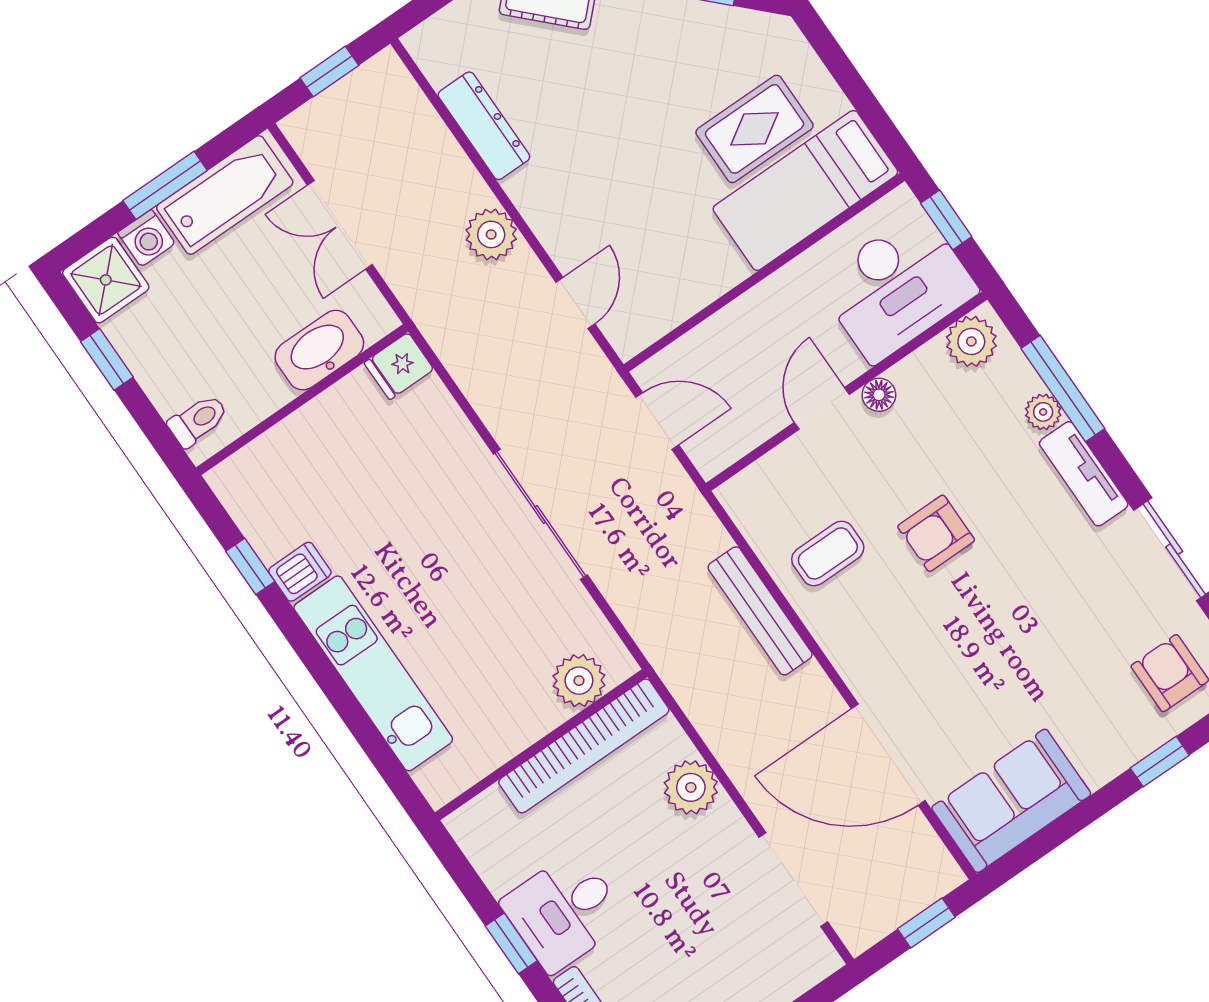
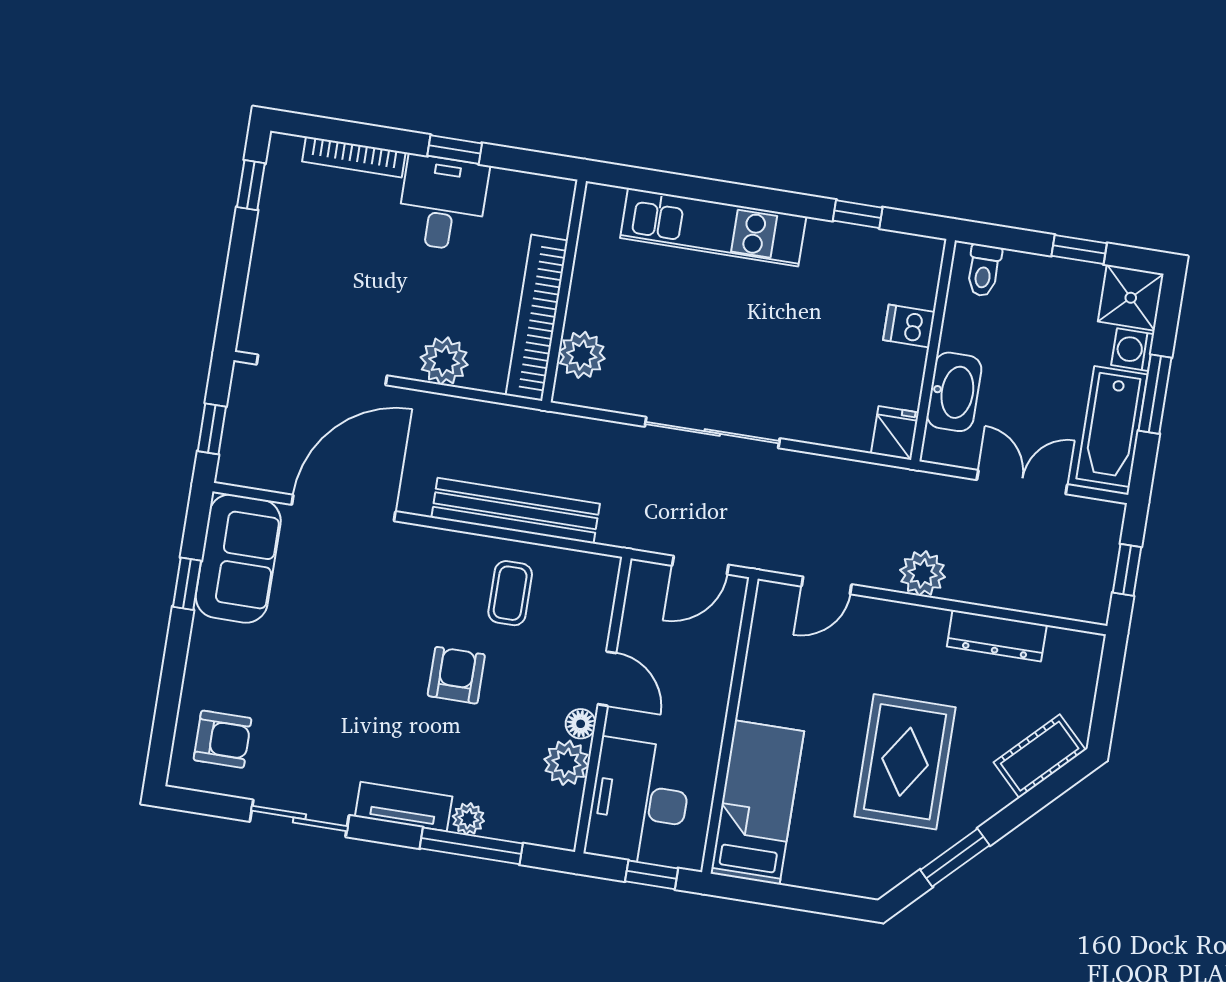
rug: (755, 129) -> (905, 762), moved, width x1.36, depth x1.43
door: (576, 303) -> (826, 585), hinge flipped
plant: (971, 341) -> (566, 763), moved
dishwasher: (300, 572) -> (909, 326), moved, turned 90
bench: (760, 611) -> (516, 511), width x1.37, depth x1.21
window: (1160, 762) -> (187, 584), moved
doorway: (793, 880) -> (322, 370), width x1.36

